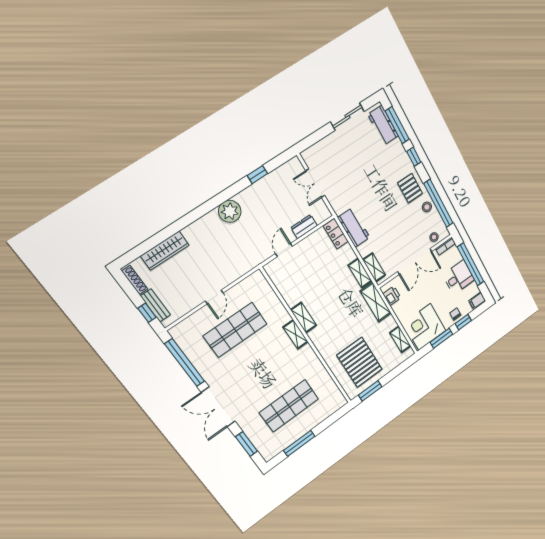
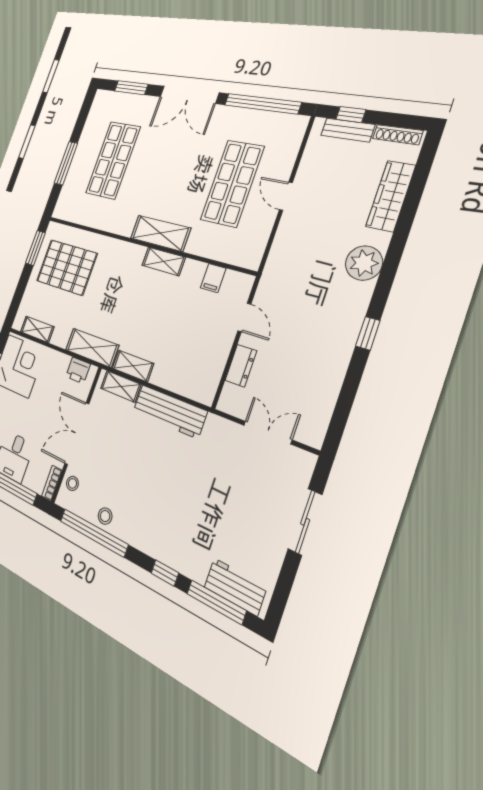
sliding door: (347, 117) -> (305, 522), moved
window: (257, 175) -> (368, 333), moved
pallet: (410, 188) -> (142, 524), removed
plant: (230, 211) -> (364, 263), moved
workbench: (354, 228) -> (169, 411), width x1.38
locker: (336, 234) -> (195, 389), removed
filing cabinet: (284, 285) -> (213, 278), added
shelving: (296, 334) -> (160, 233), width x1.50, depth x1.33
double door: (218, 407) -> (189, 95), swing flipped
window: (299, 443) -> (66, 163), moved

